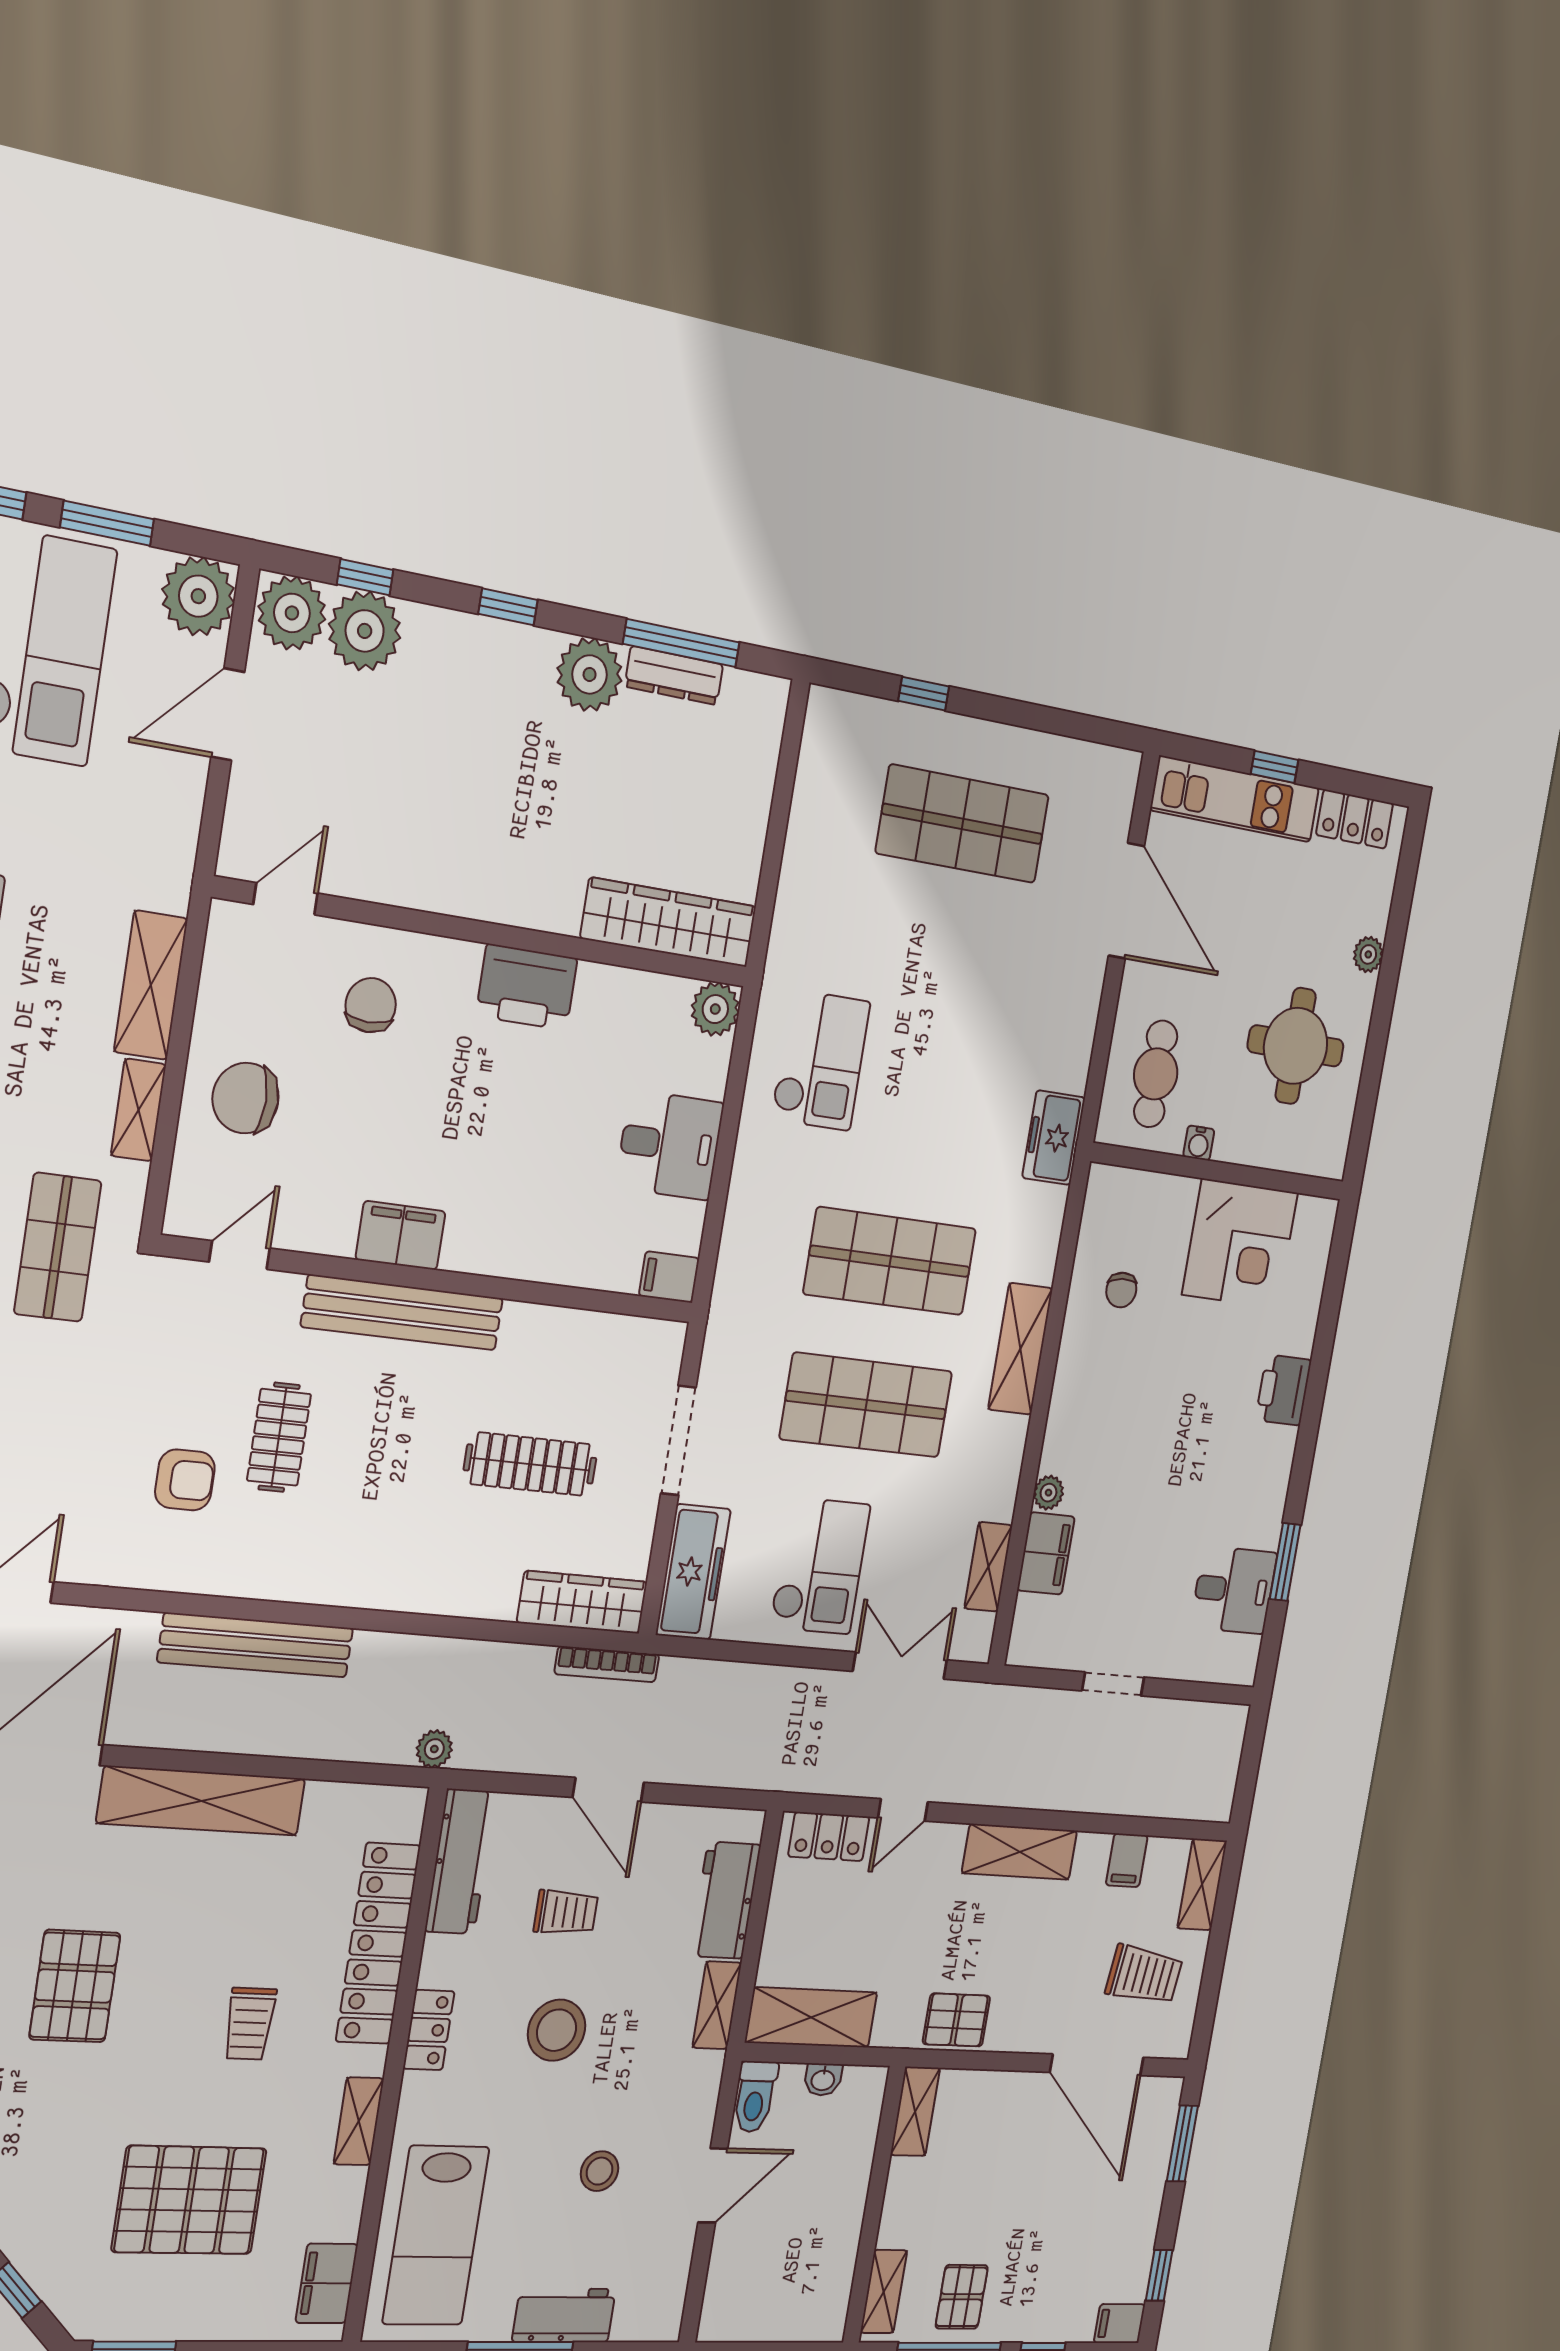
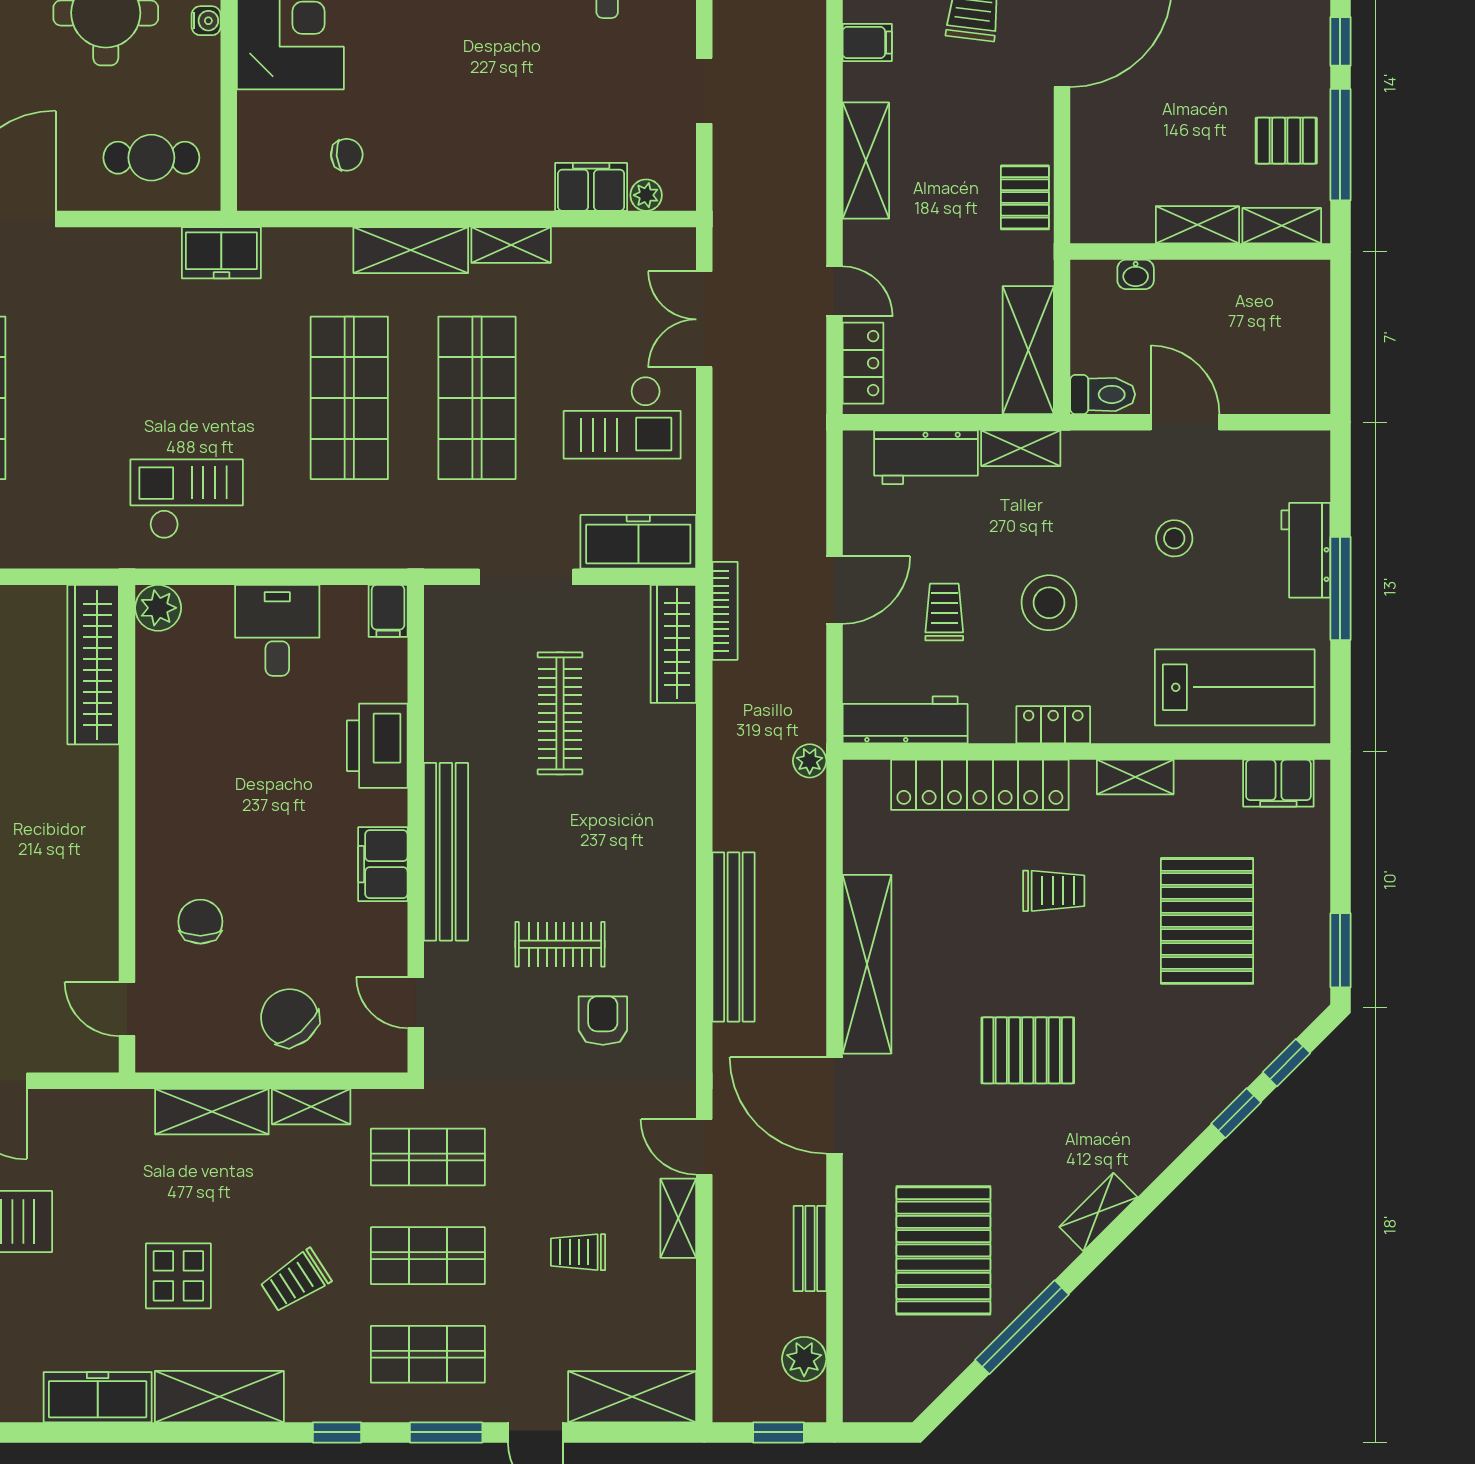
printer: (527, 987) -> (377, 746), moved, turned 180
chair: (371, 1005) -> (200, 922), turned 90
chair: (246, 1098) -> (290, 1018), turned 141
water cooler: (1199, 1143) -> (206, 21), moved
plant: (1048, 1493) -> (646, 195), moved
checkout: (820, 1566) -> (622, 418), turned 180
shelving: (988, 1567) -> (511, 245), moved
washbasin: (823, 2079) -> (1136, 274), moved, turned 90
shelving: (915, 2111) -> (1197, 225), moved

